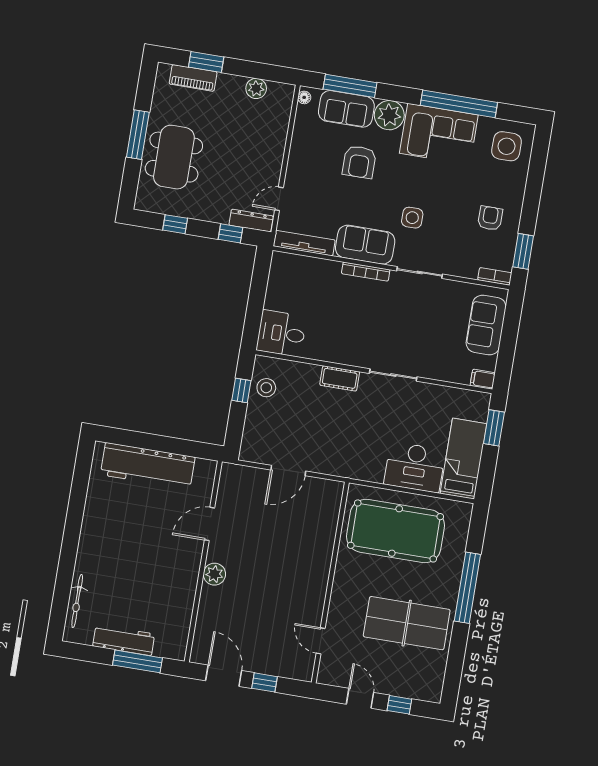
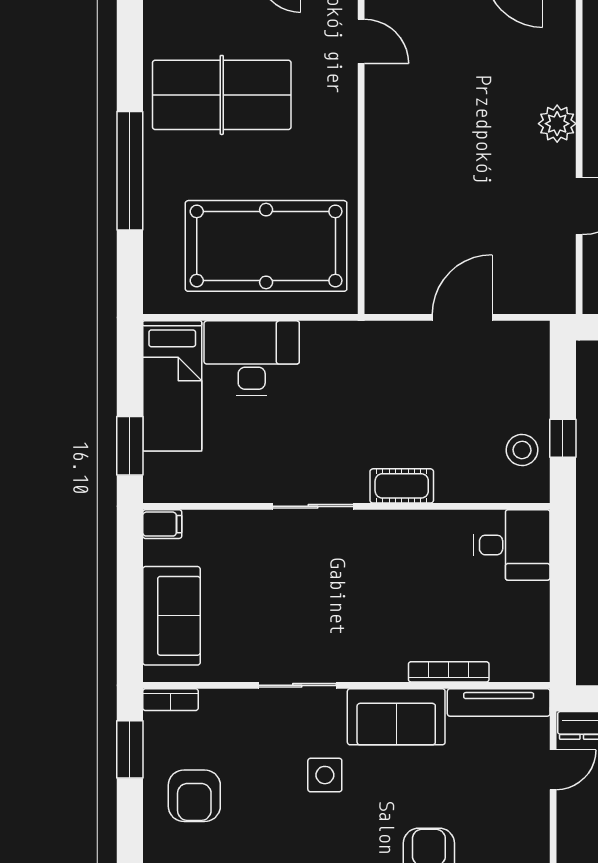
armchair: (490, 218) -> (194, 796), width x1.38, depth x1.38
bookcase: (366, 272) -> (449, 672), moved

